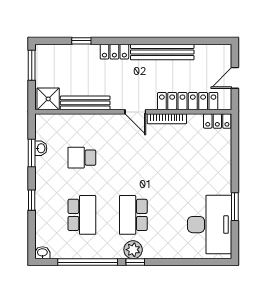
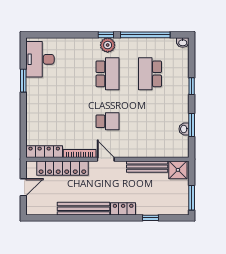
locker: (217, 121) -> (44, 152), width x1.53
school desk: (82, 158) -> (107, 121), moved
desk: (210, 225) -> (40, 59), width x0.73, depth x0.77

